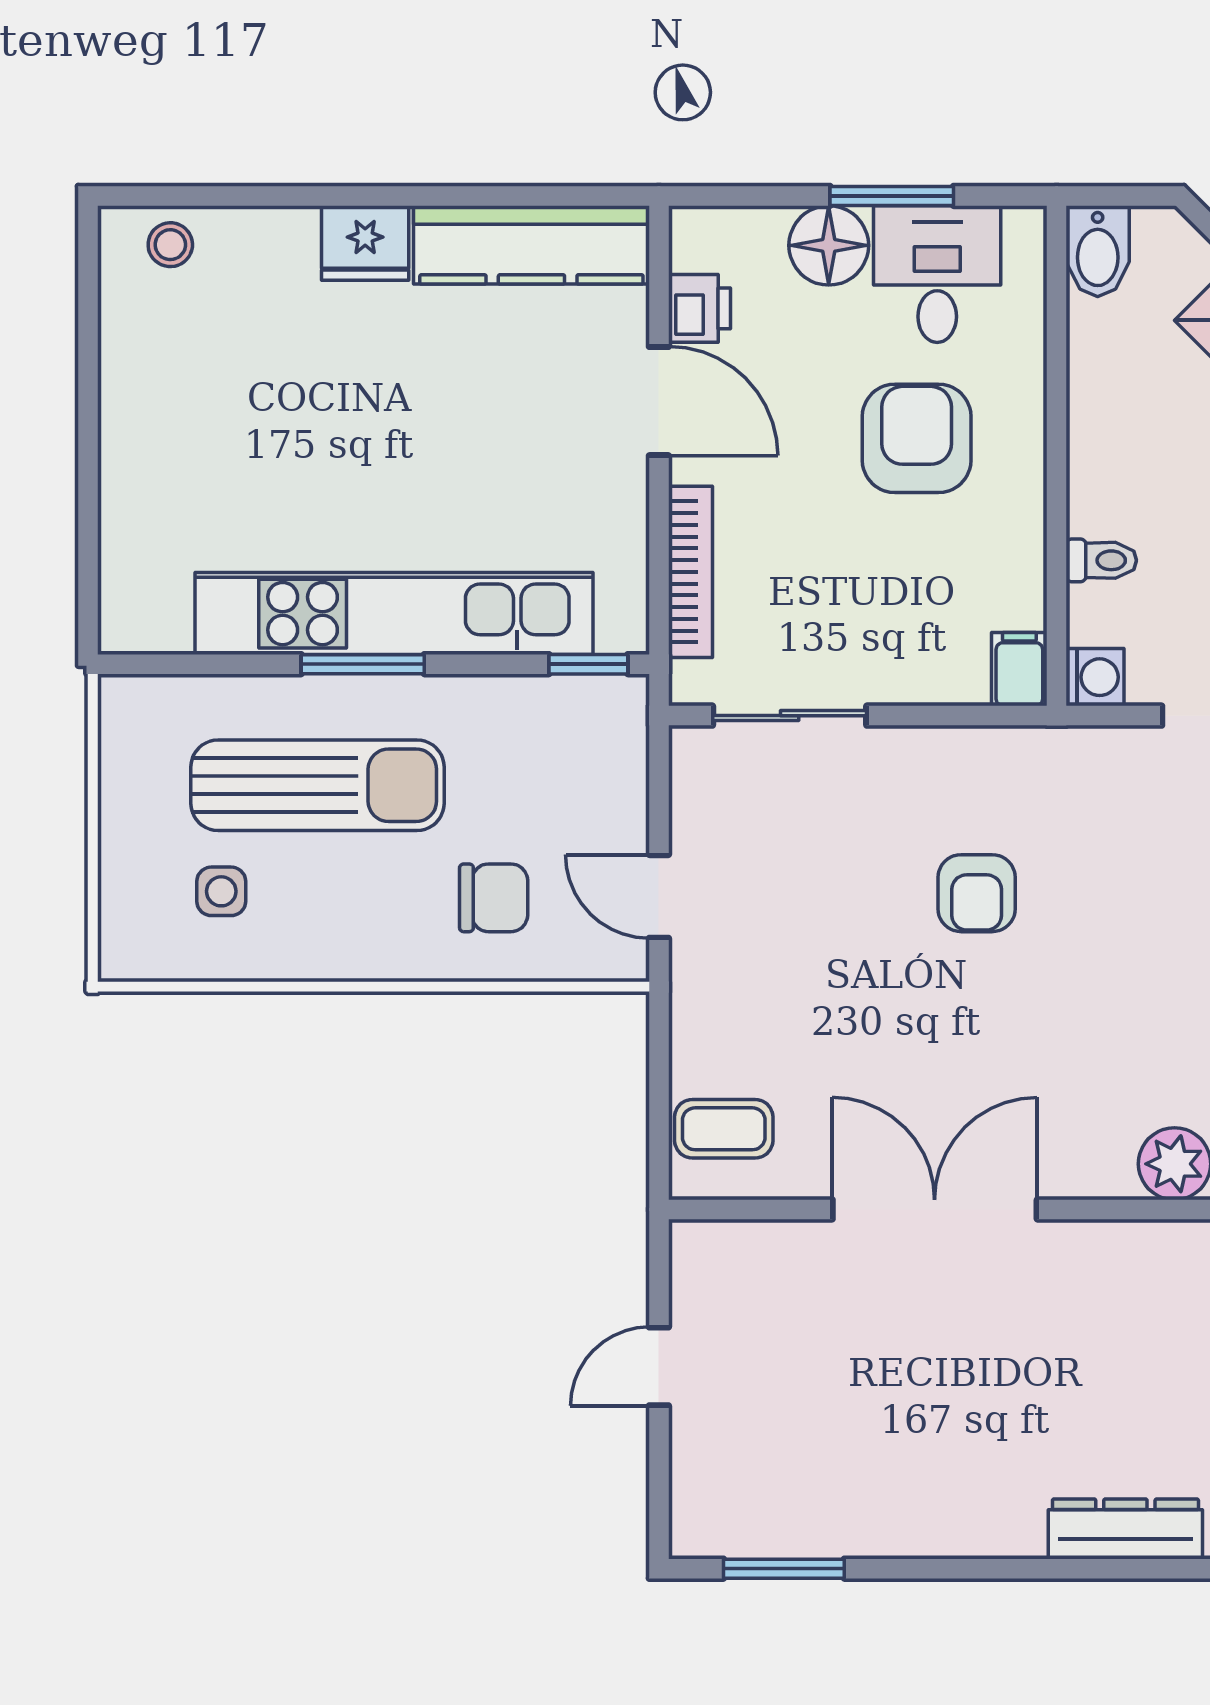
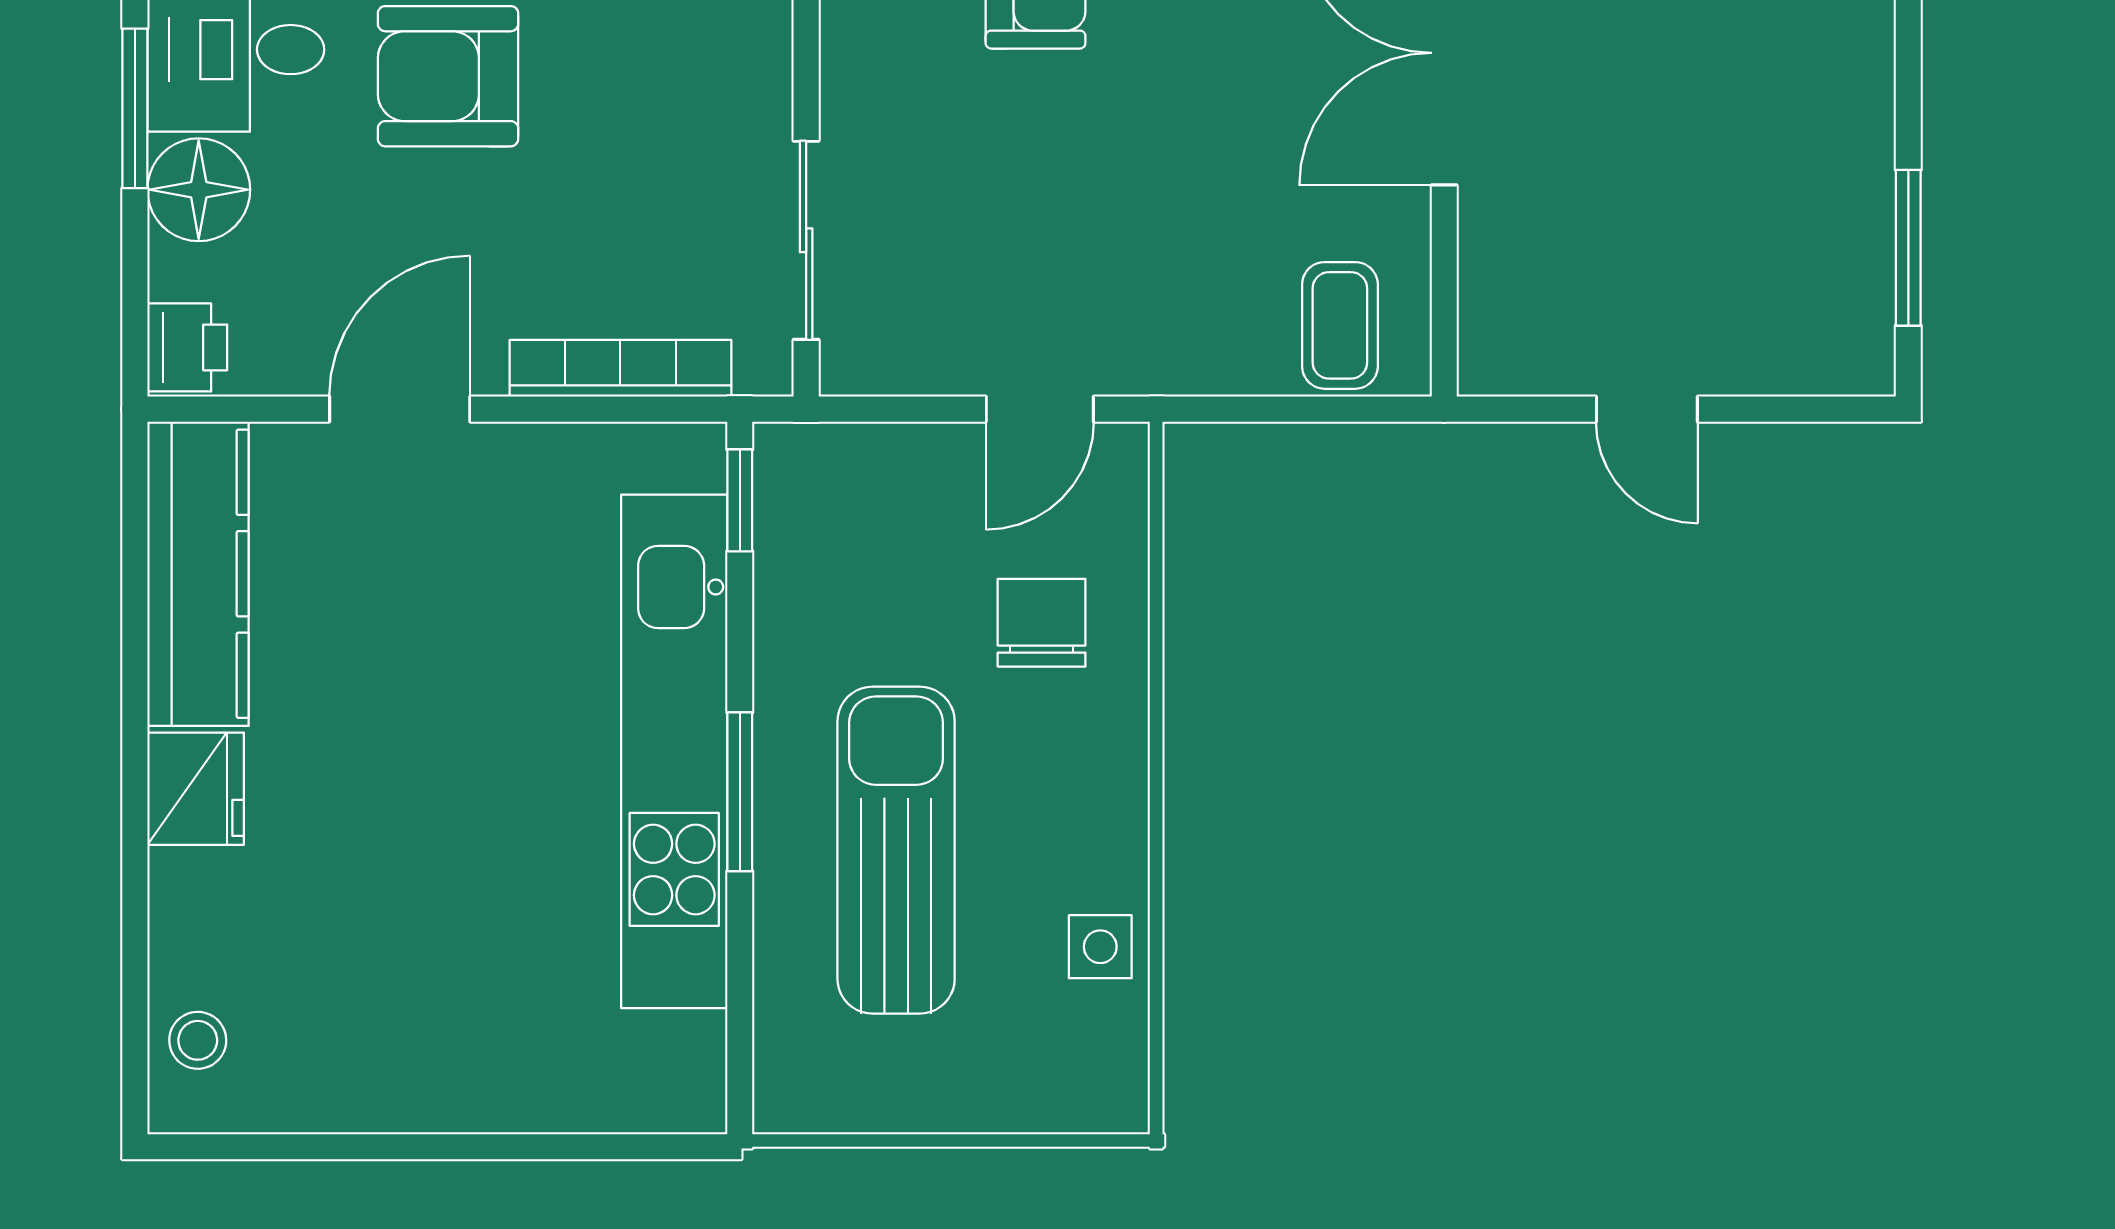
printer: (699, 308) -> (187, 347), moved, turned 90
side table: (221, 891) -> (1100, 947), moved

